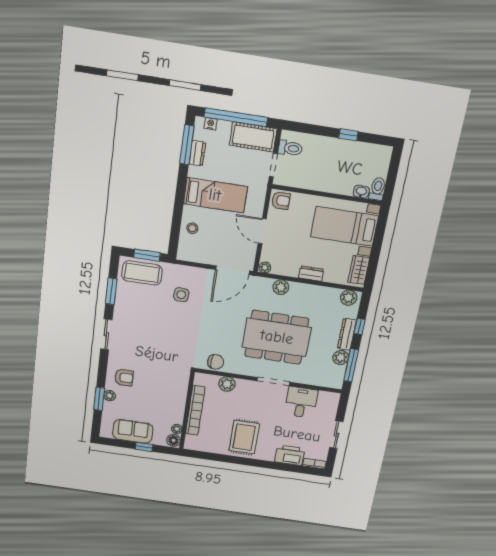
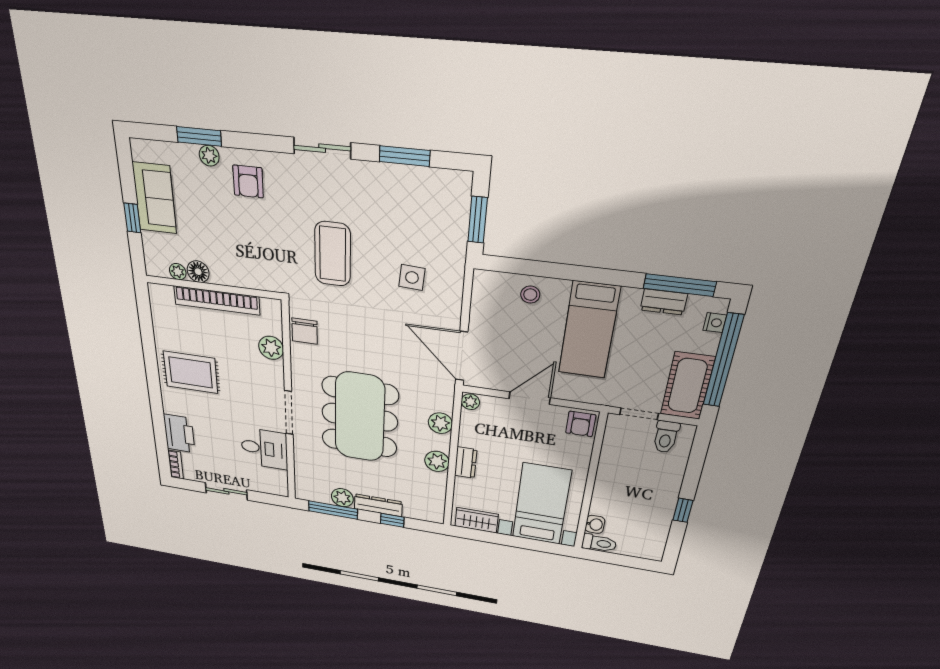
coffee table: (142, 273) -> (333, 254), moved
plant: (349, 298) -> (437, 461), moved
floor lamp: (173, 440) -> (198, 272), moved

